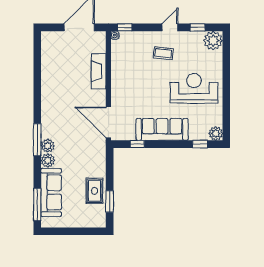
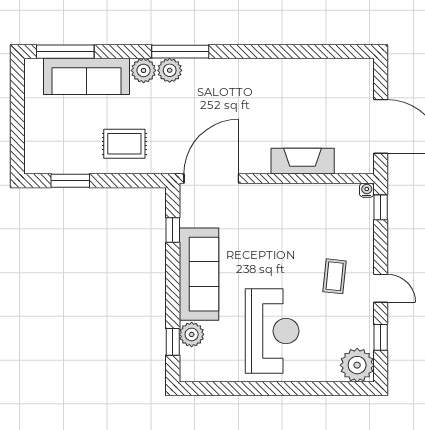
plant: (216, 133) -> (192, 334), moved
rug: (94, 191) -> (124, 144), moved

